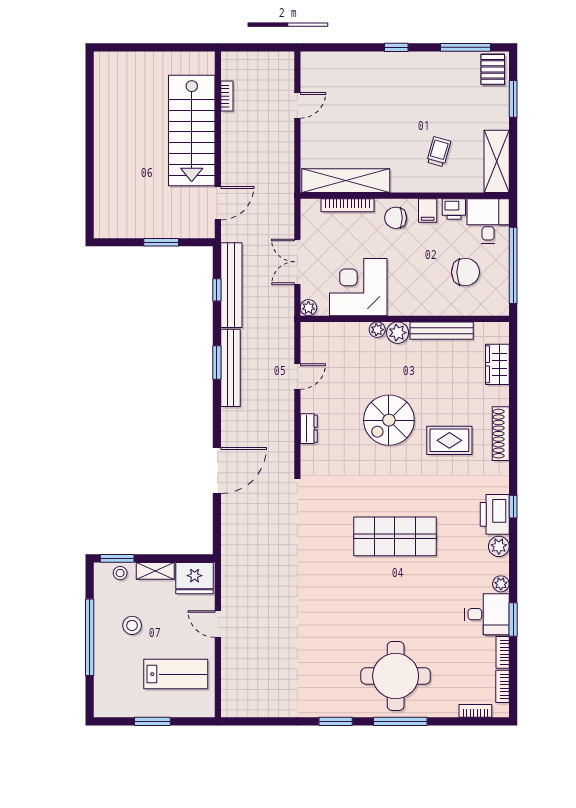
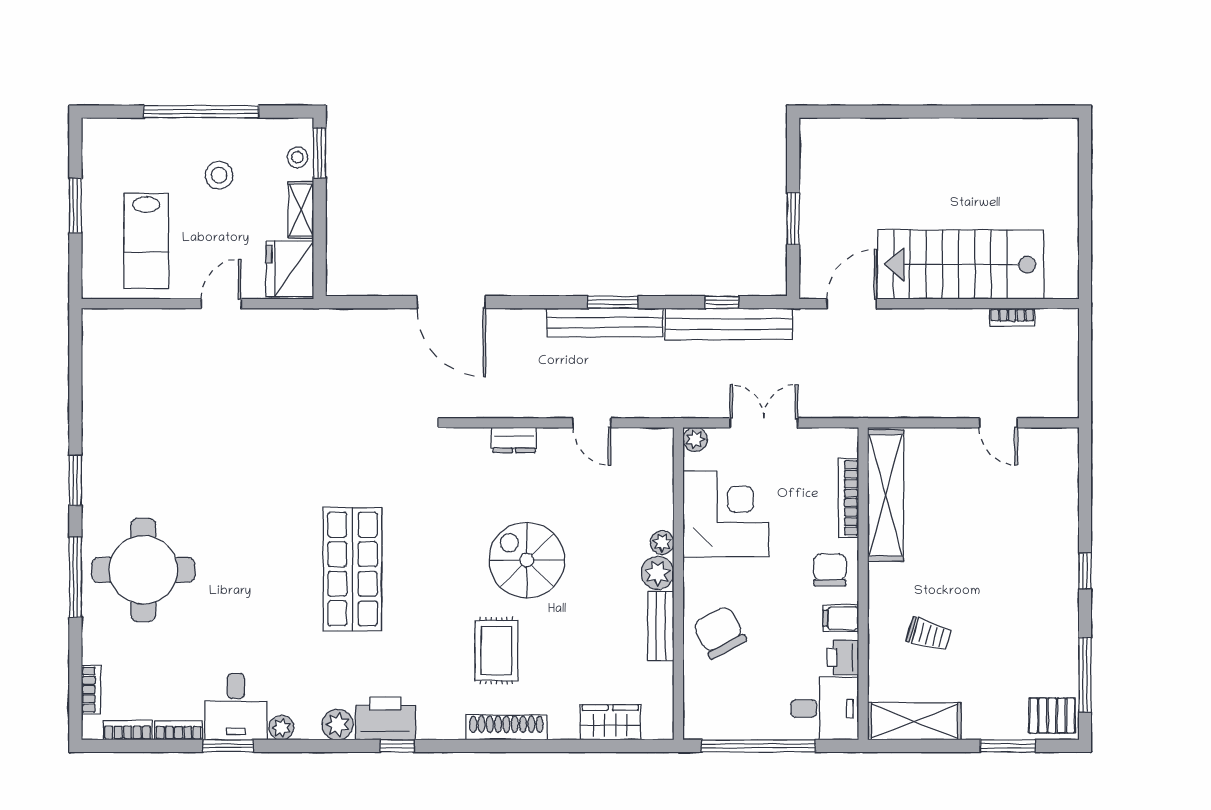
door: (218, 203) -> (852, 304), swing flipped
chair: (466, 272) -> (720, 632), moved, turned 152
bench: (442, 331) -> (661, 626), width x0.73

